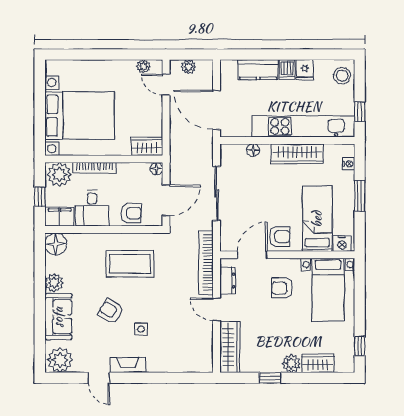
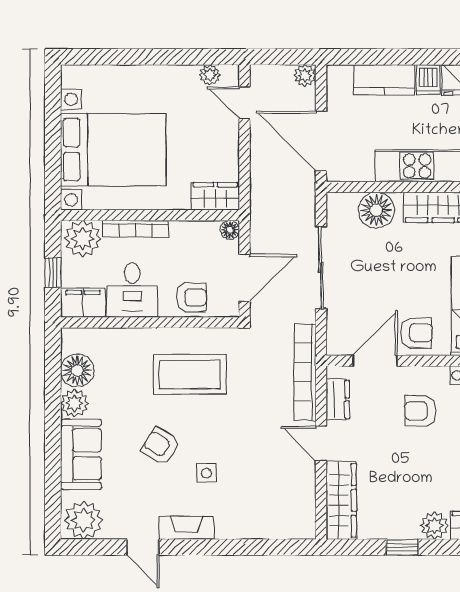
plant: (188, 67) -> (305, 75), moved
floor lamp: (253, 150) -> (376, 210), width x1.89, depth x1.89
floor lamp: (56, 244) -> (77, 370), moved

